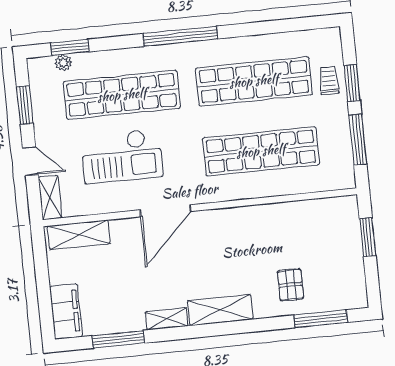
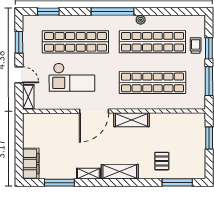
plant: (63, 63) -> (141, 20), moved
shelving: (79, 235) -> (132, 120), moved

